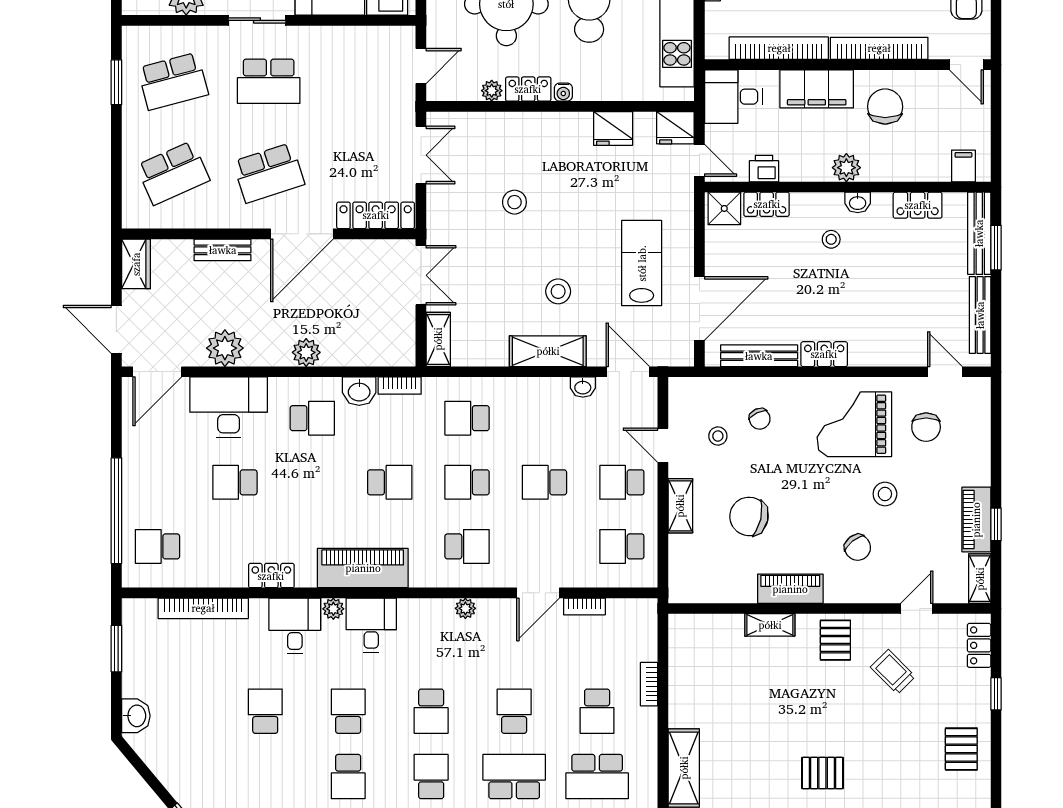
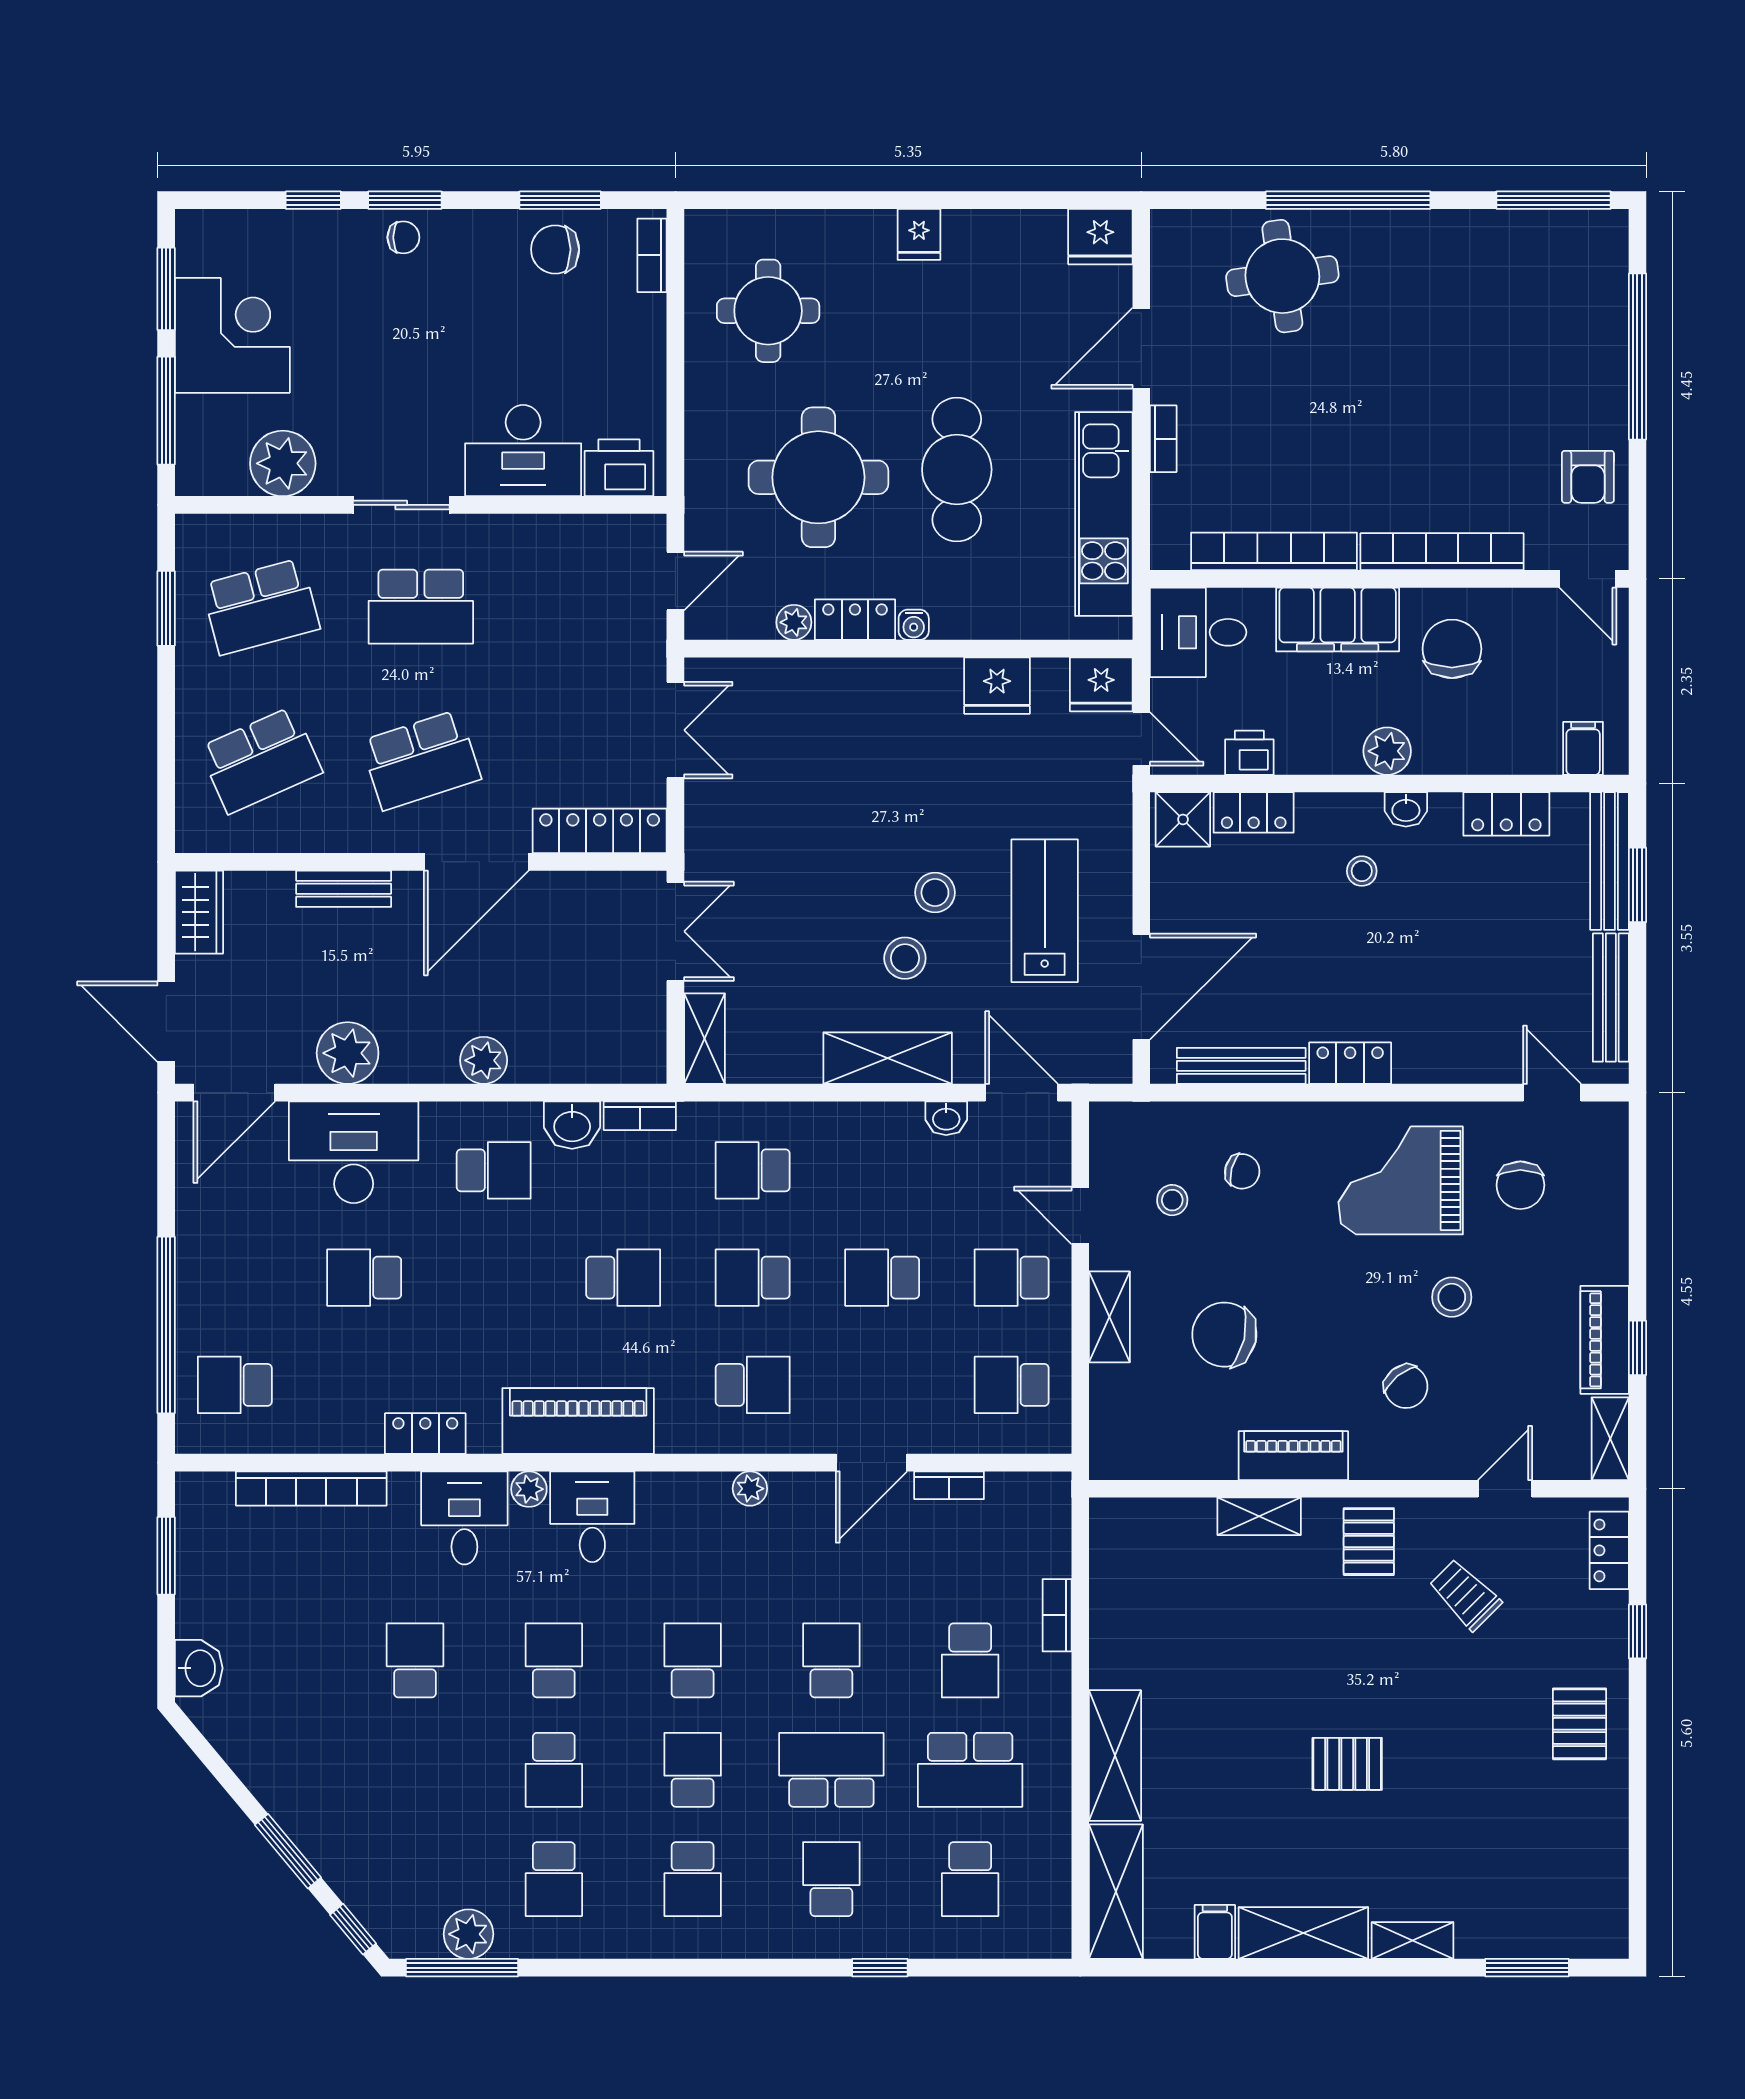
stool: (514, 202) -> (935, 893), moved
chair: (760, 419) -> (1242, 1171), turned -50
school desk: (431, 711) -> (693, 1660), turned 180

